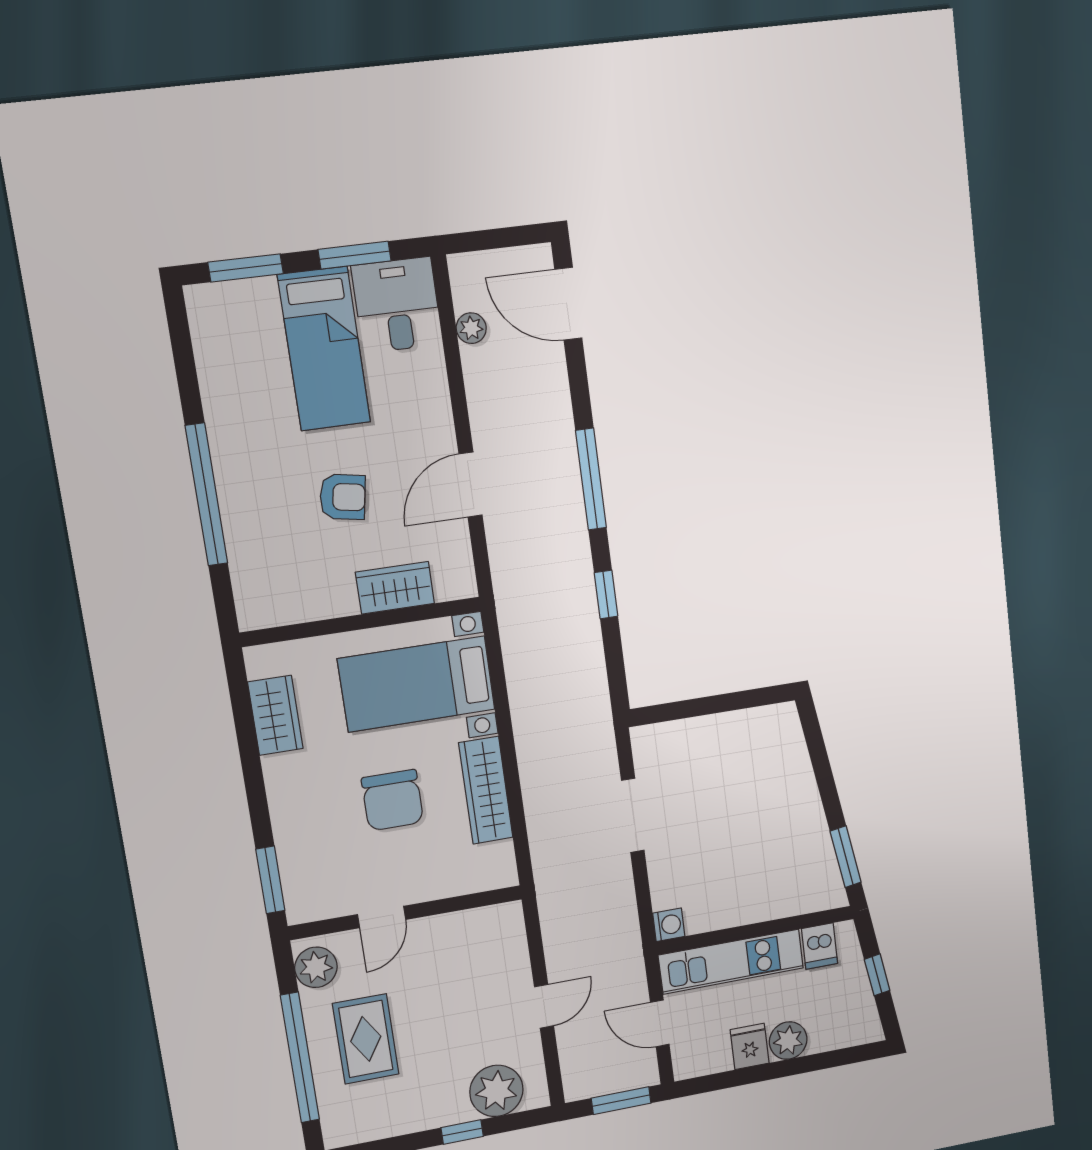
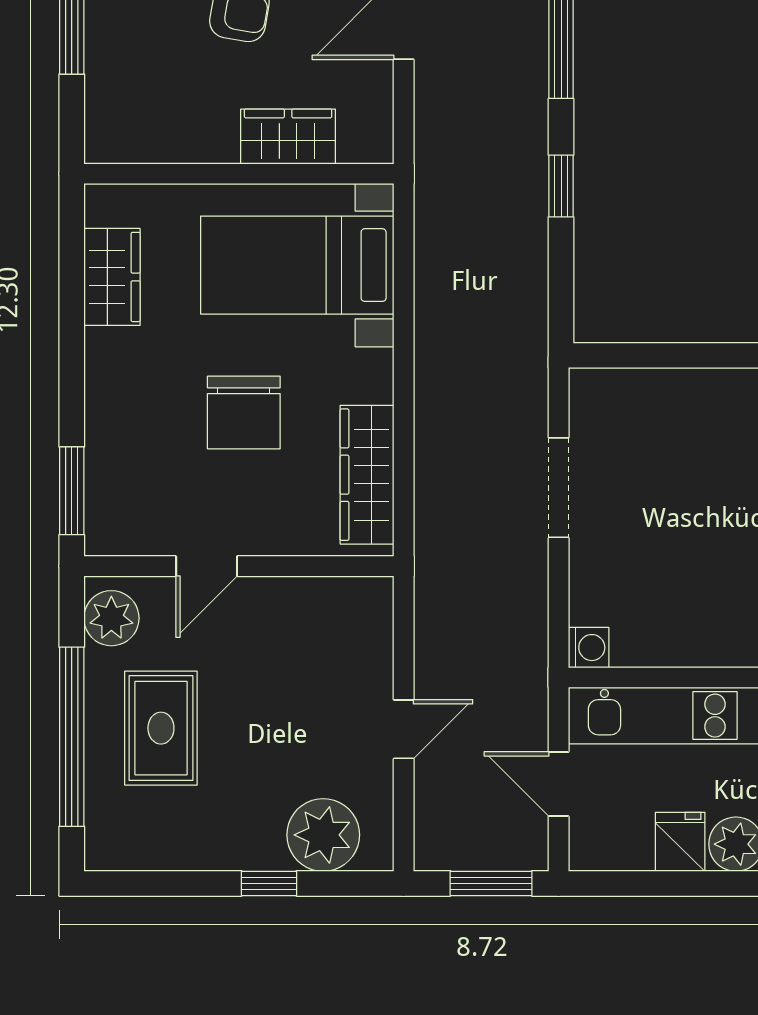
wardrobe: (486, 790) -> (367, 475), moved

